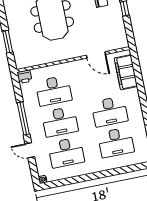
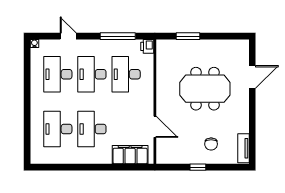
door: (96, 55) -> (155, 127), swing flipped
window: (23, 118) -> (118, 36), moved
door: (30, 150) -> (68, 36), hinge flipped

